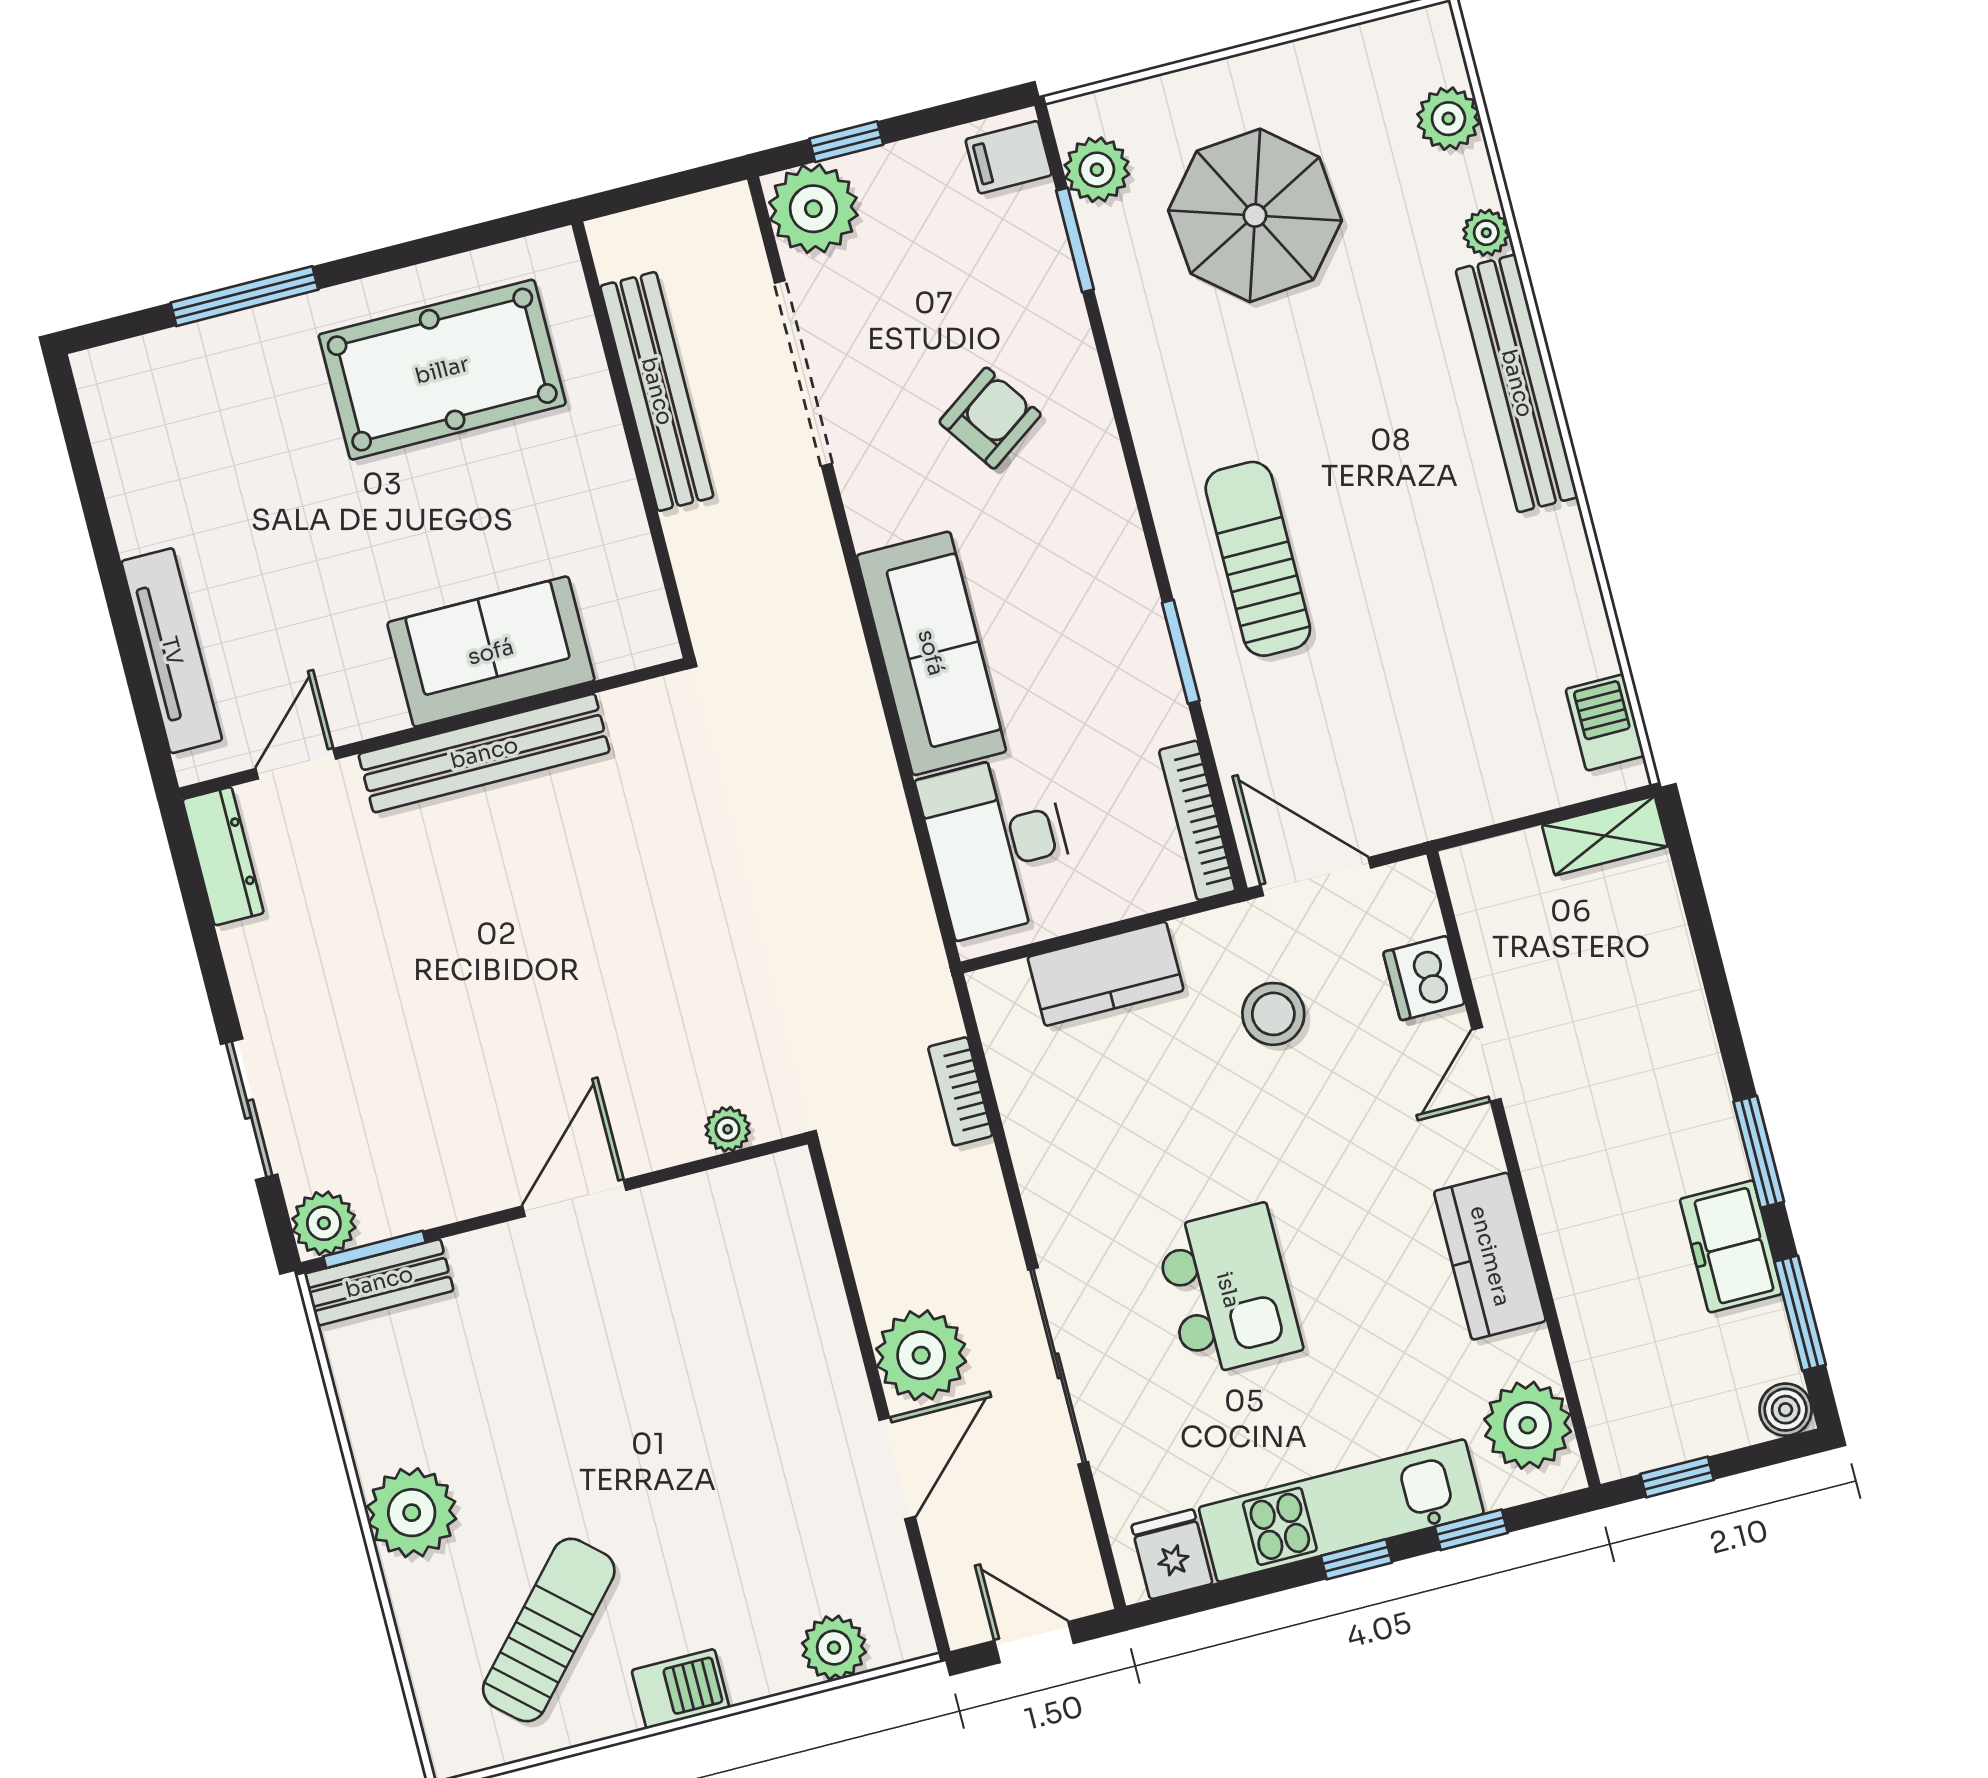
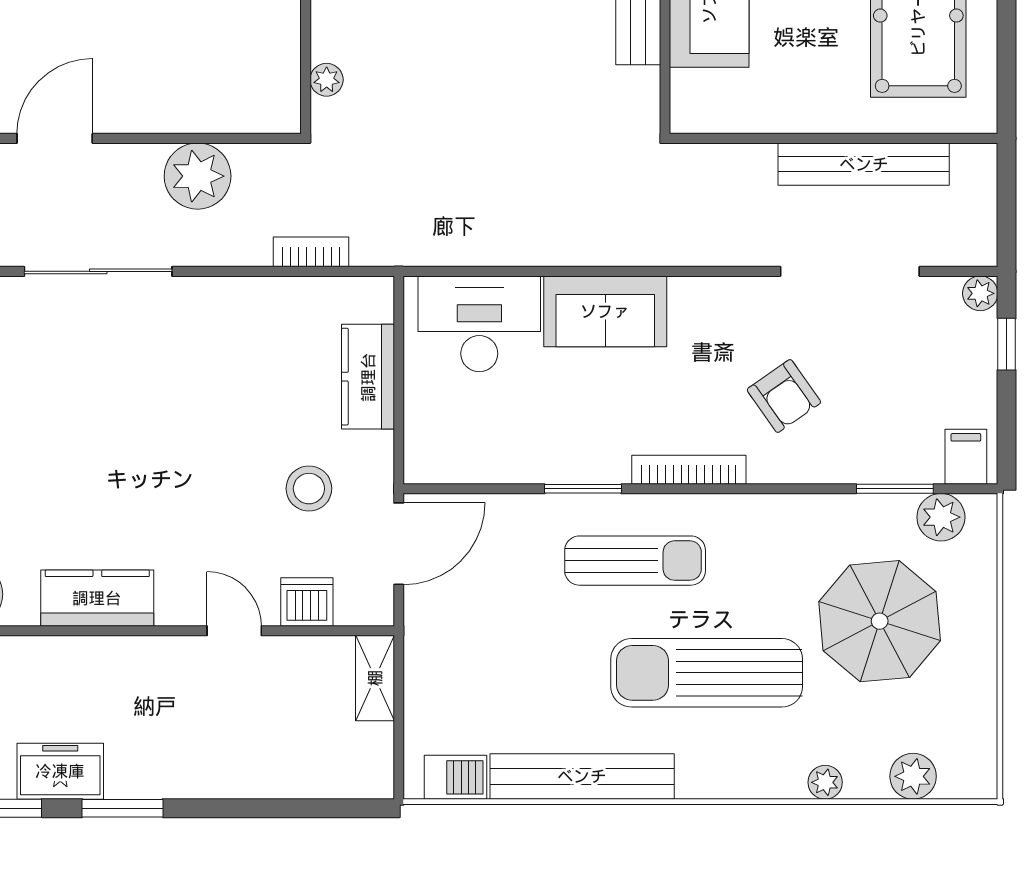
plant: (813, 209) -> (980, 293), width x0.53, depth x0.53
bench: (1517, 383) -> (582, 776), moved
sun lounger: (1382, 426) -> (707, 673), added
sofa: (931, 653) -> (605, 311), width x0.73
bookcase: (1197, 820) -> (689, 470), moved
shelving: (1605, 836) -> (375, 678), moved
kitchen island: (1228, 1290) -> (121, 406), removed
plant: (921, 1355) -> (198, 176), moved
door: (897, 1468) -> (55, 138), swing flipped

